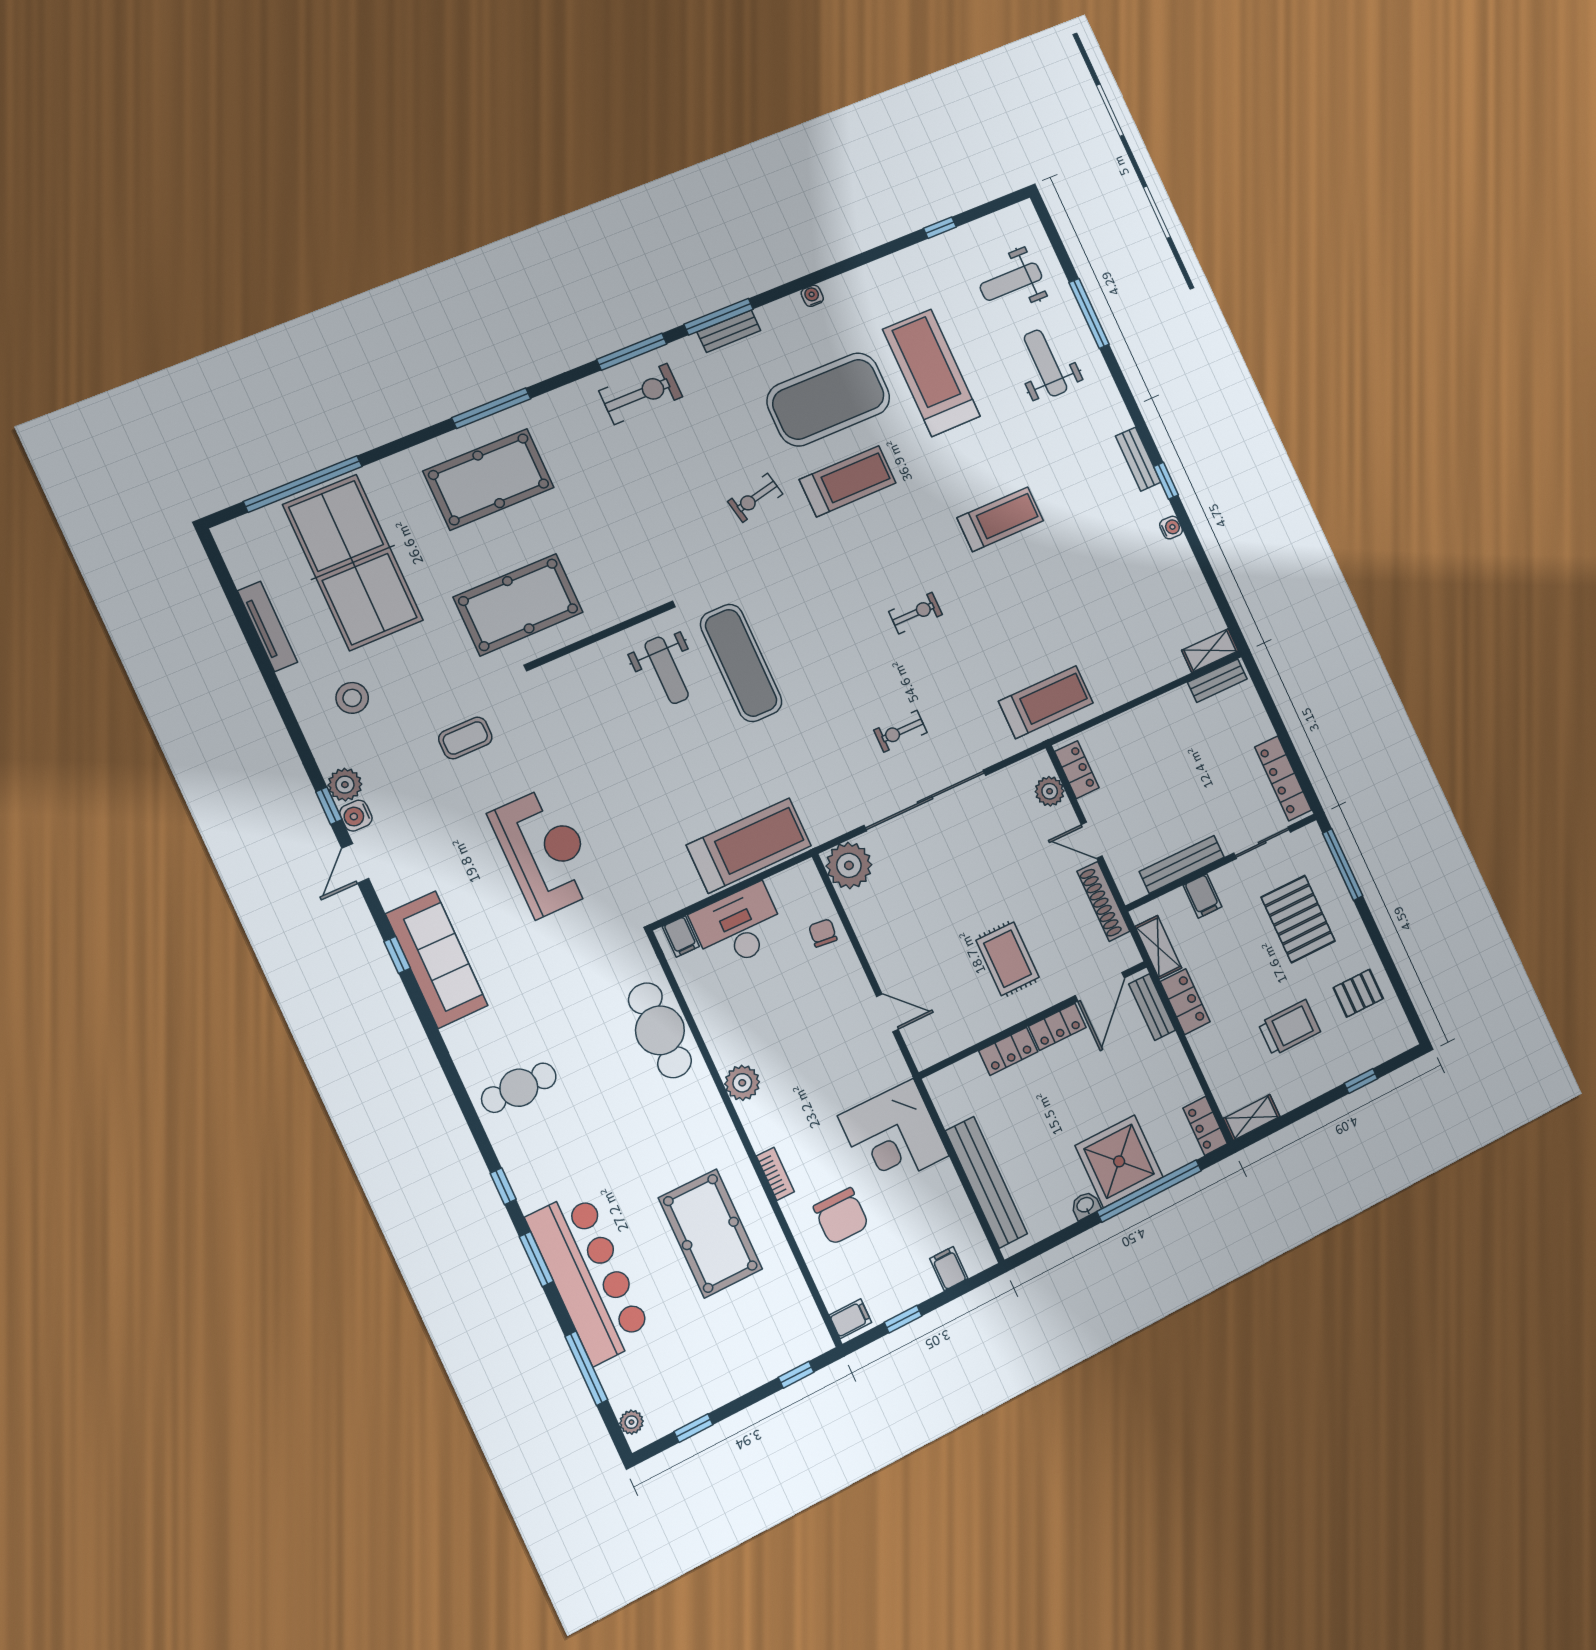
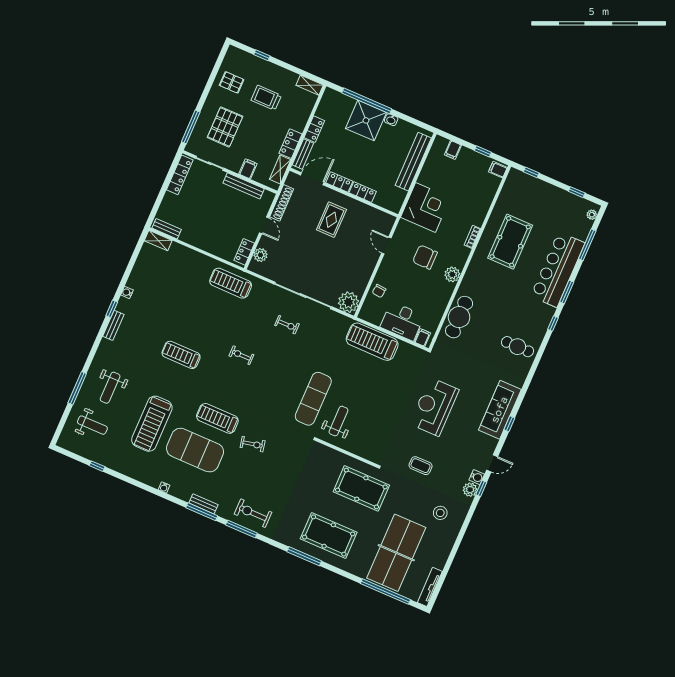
tv unit: (267, 627) -> (430, 587), moved
locker: (1205, 1126) -> (314, 129), moved
chair: (841, 1216) -> (425, 257), moved, turned -90

